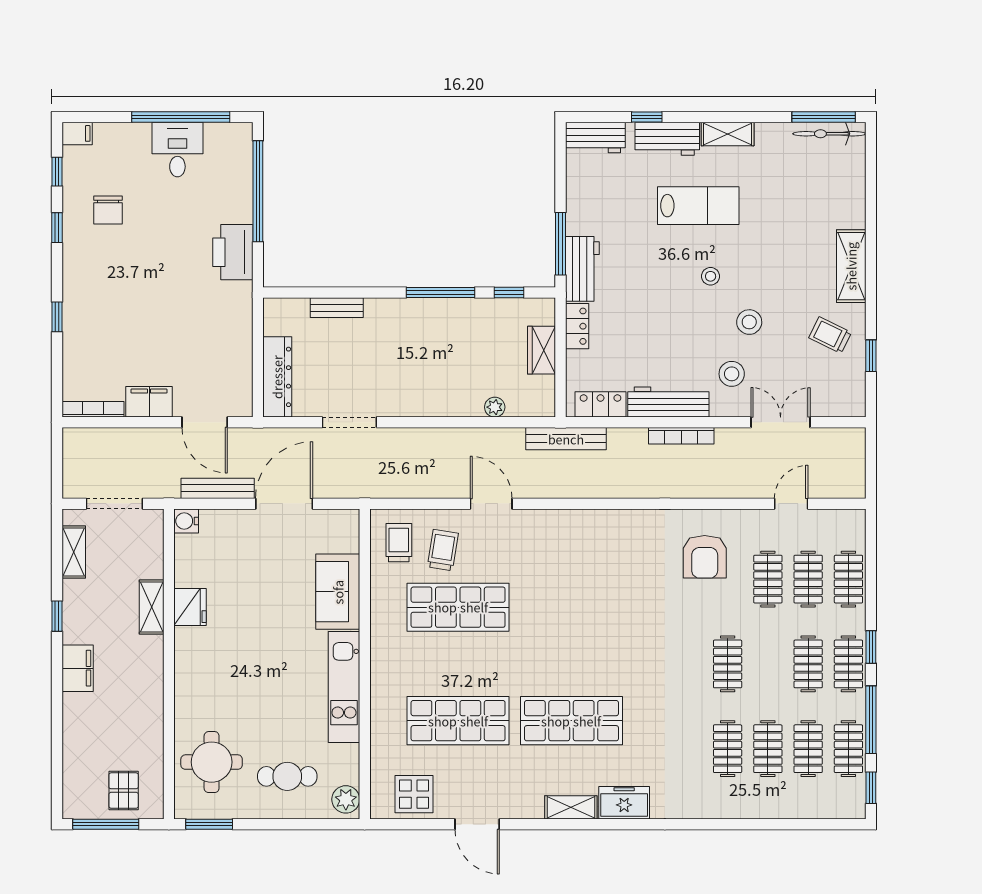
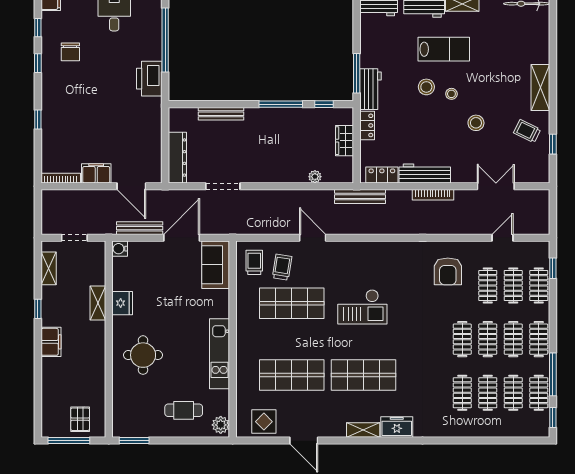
bench: (337, 308) -> (221, 114), width x1.36
stool: (732, 374) -> (426, 87), moved
doorway: (114, 504) -> (74, 238), width x0.73
sofa: (338, 592) -> (216, 265), moved
checkout: (570, 613) -> (362, 307), added
window: (871, 647) -> (553, 268), moved
clothes rail: (768, 664) -> (488, 339), added
round table: (212, 762) -> (143, 355), moved

